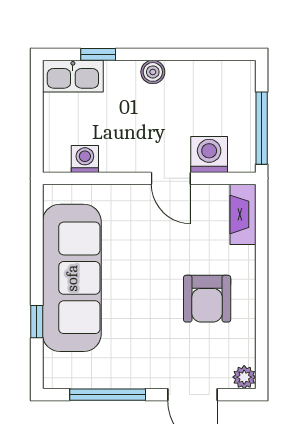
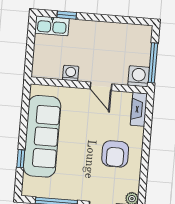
boiler: (153, 72) -> (96, 27), removed
washing machine: (209, 154) -> (139, 76), moved
washing machine: (85, 159) -> (71, 73), moved

